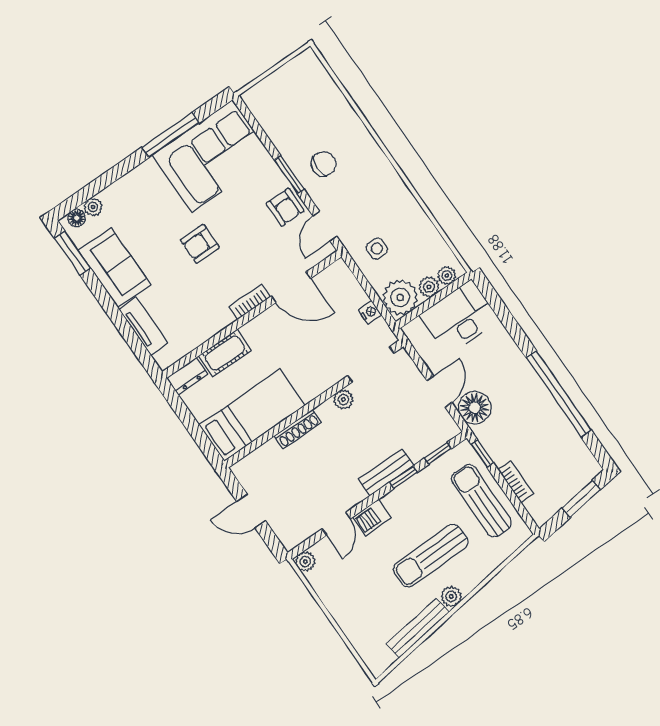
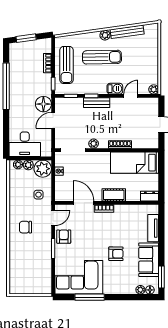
chair: (324, 164) -> (26, 227), moved
armchair: (200, 244) -> (116, 254), moved
cot: (225, 353) -> (114, 195), moved

